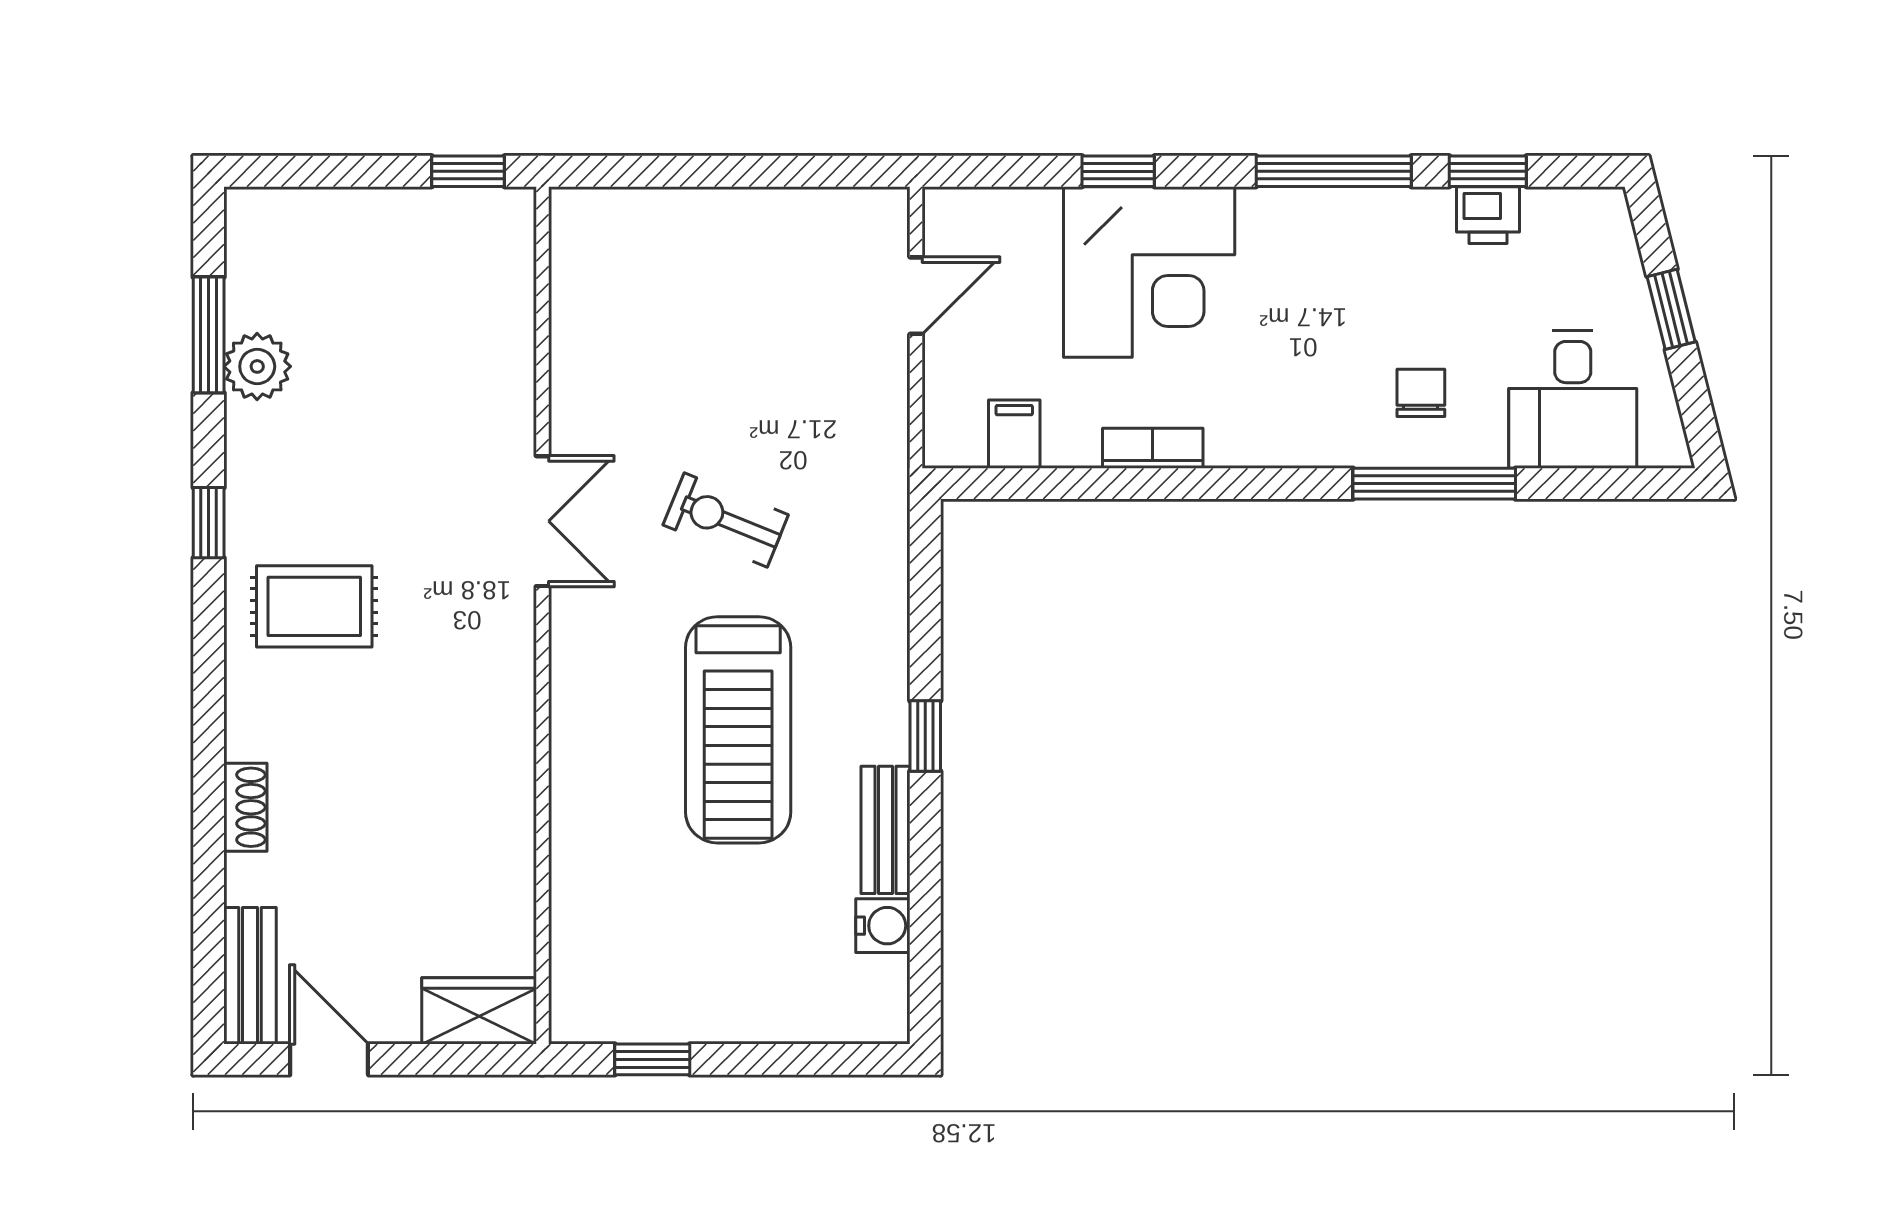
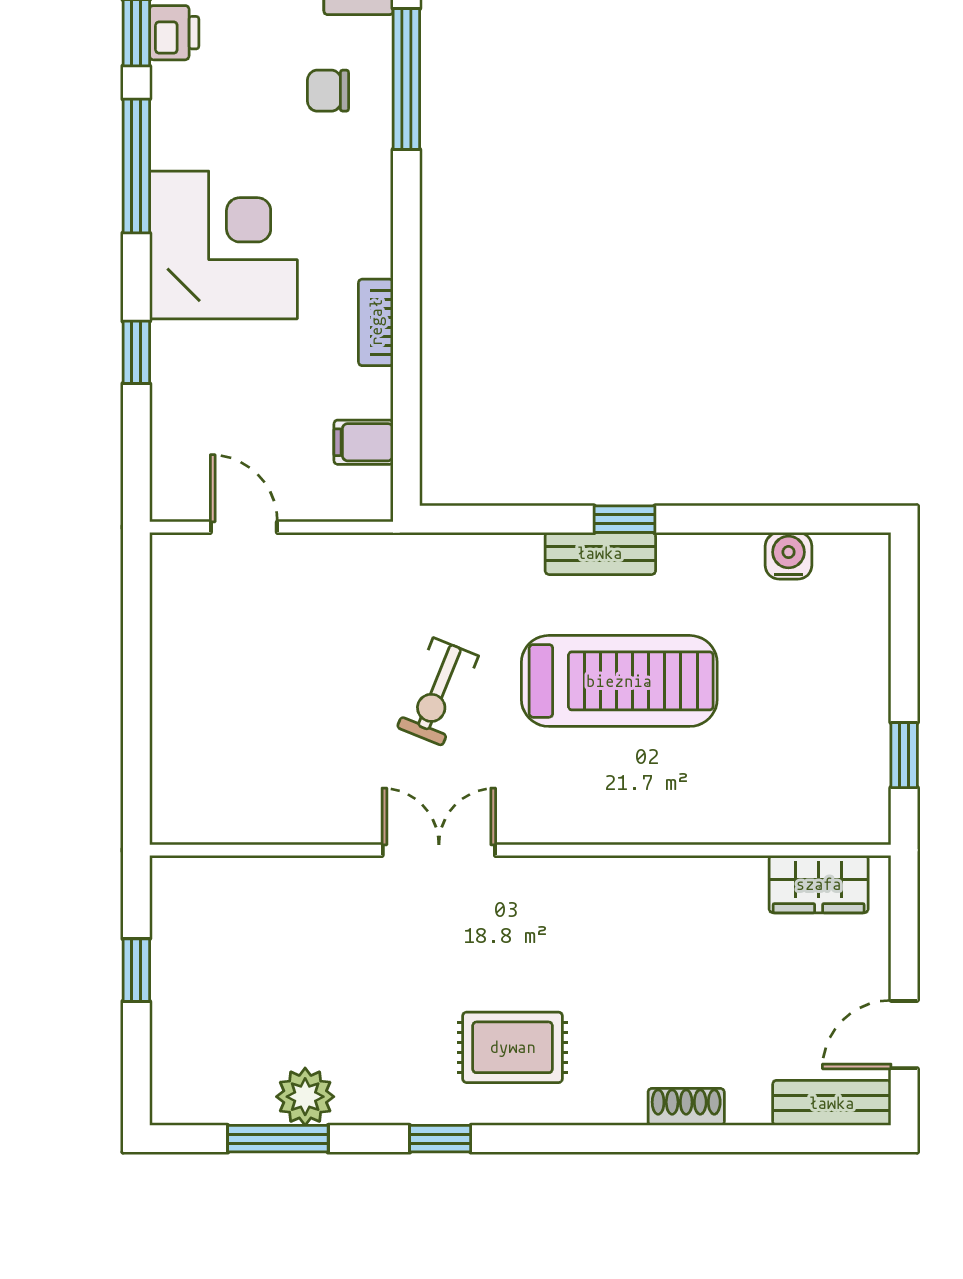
window: (468, 171) -> (136, 970), moved
corner desk: (1149, 272) -> (223, 245), moved
rug: (314, 606) -> (513, 1047), turned 90
bench: (886, 830) -> (600, 553), moved
wardrobe: (479, 1011) -> (819, 884), moved, turned -90

